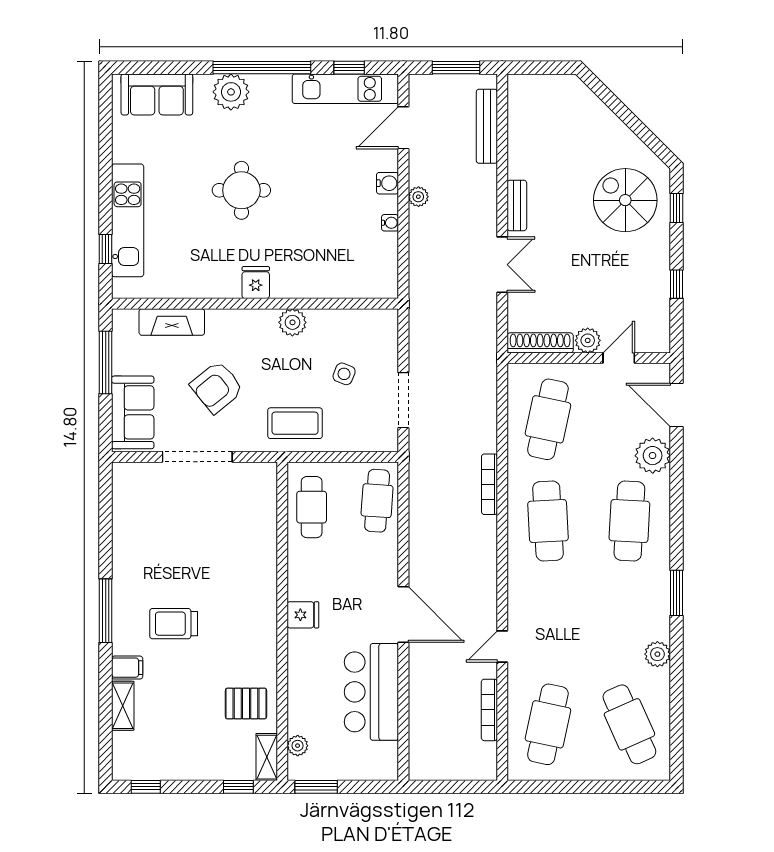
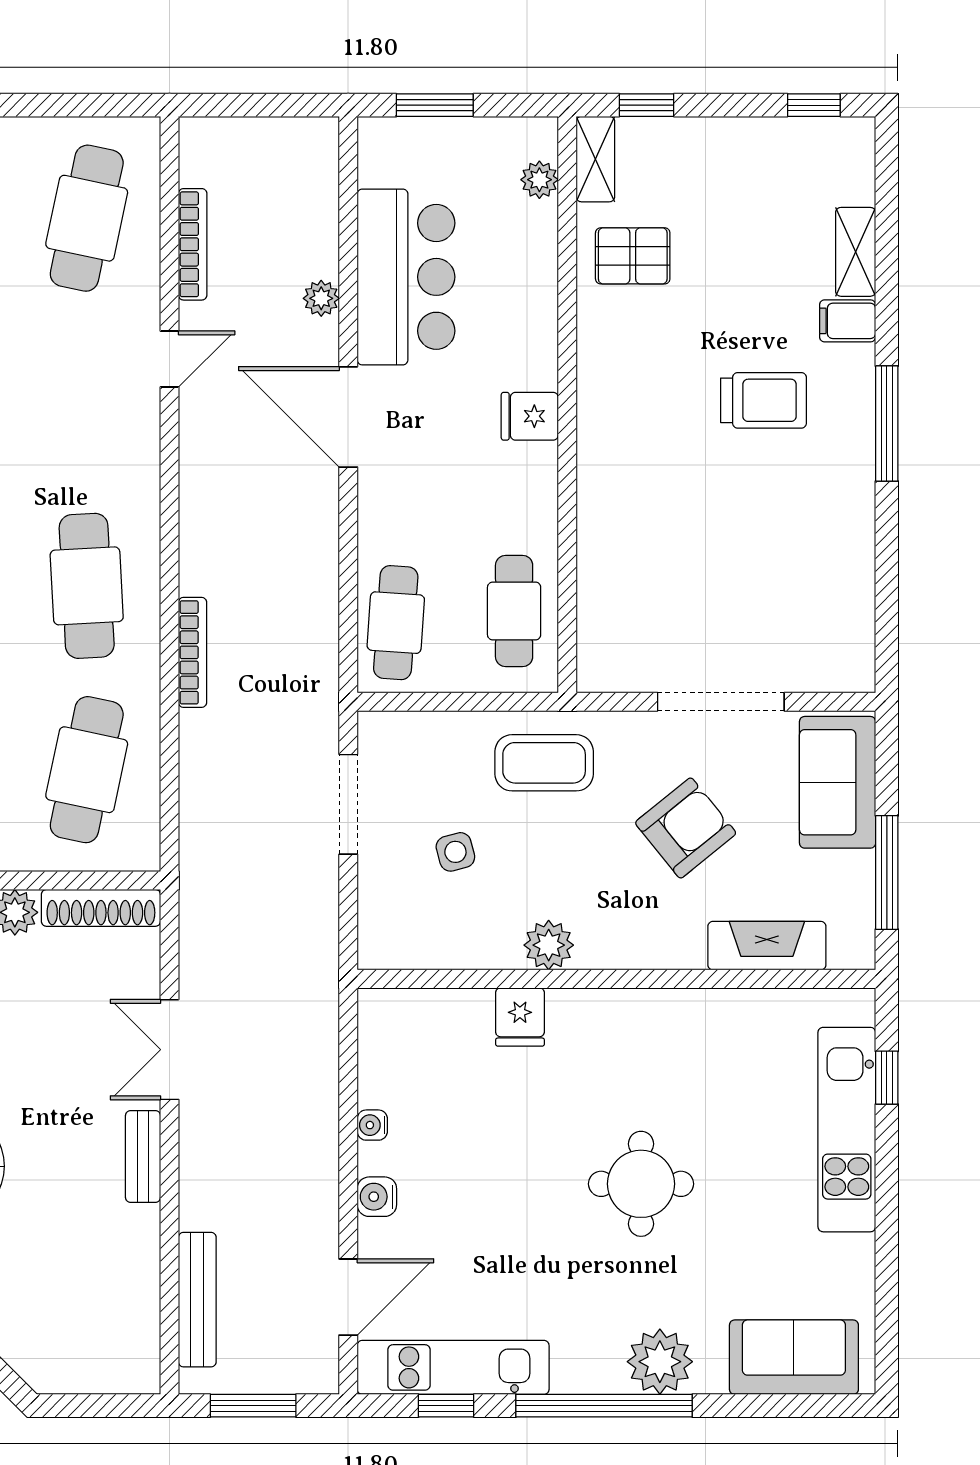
plant: (418, 197) -> (321, 298), moved
fridge: (256, 283) -> (520, 1017), moved
side table: (344, 374) -> (455, 852), turned -37
window: (316, 787) -> (435, 105), moved

